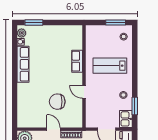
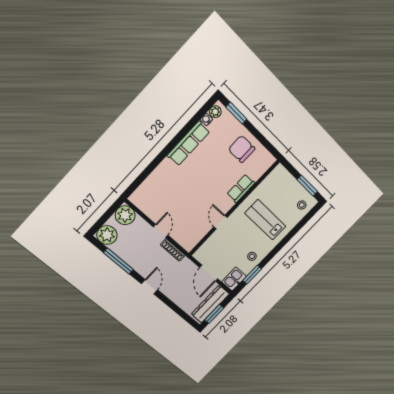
chair: (57, 102) -> (242, 149), moved

